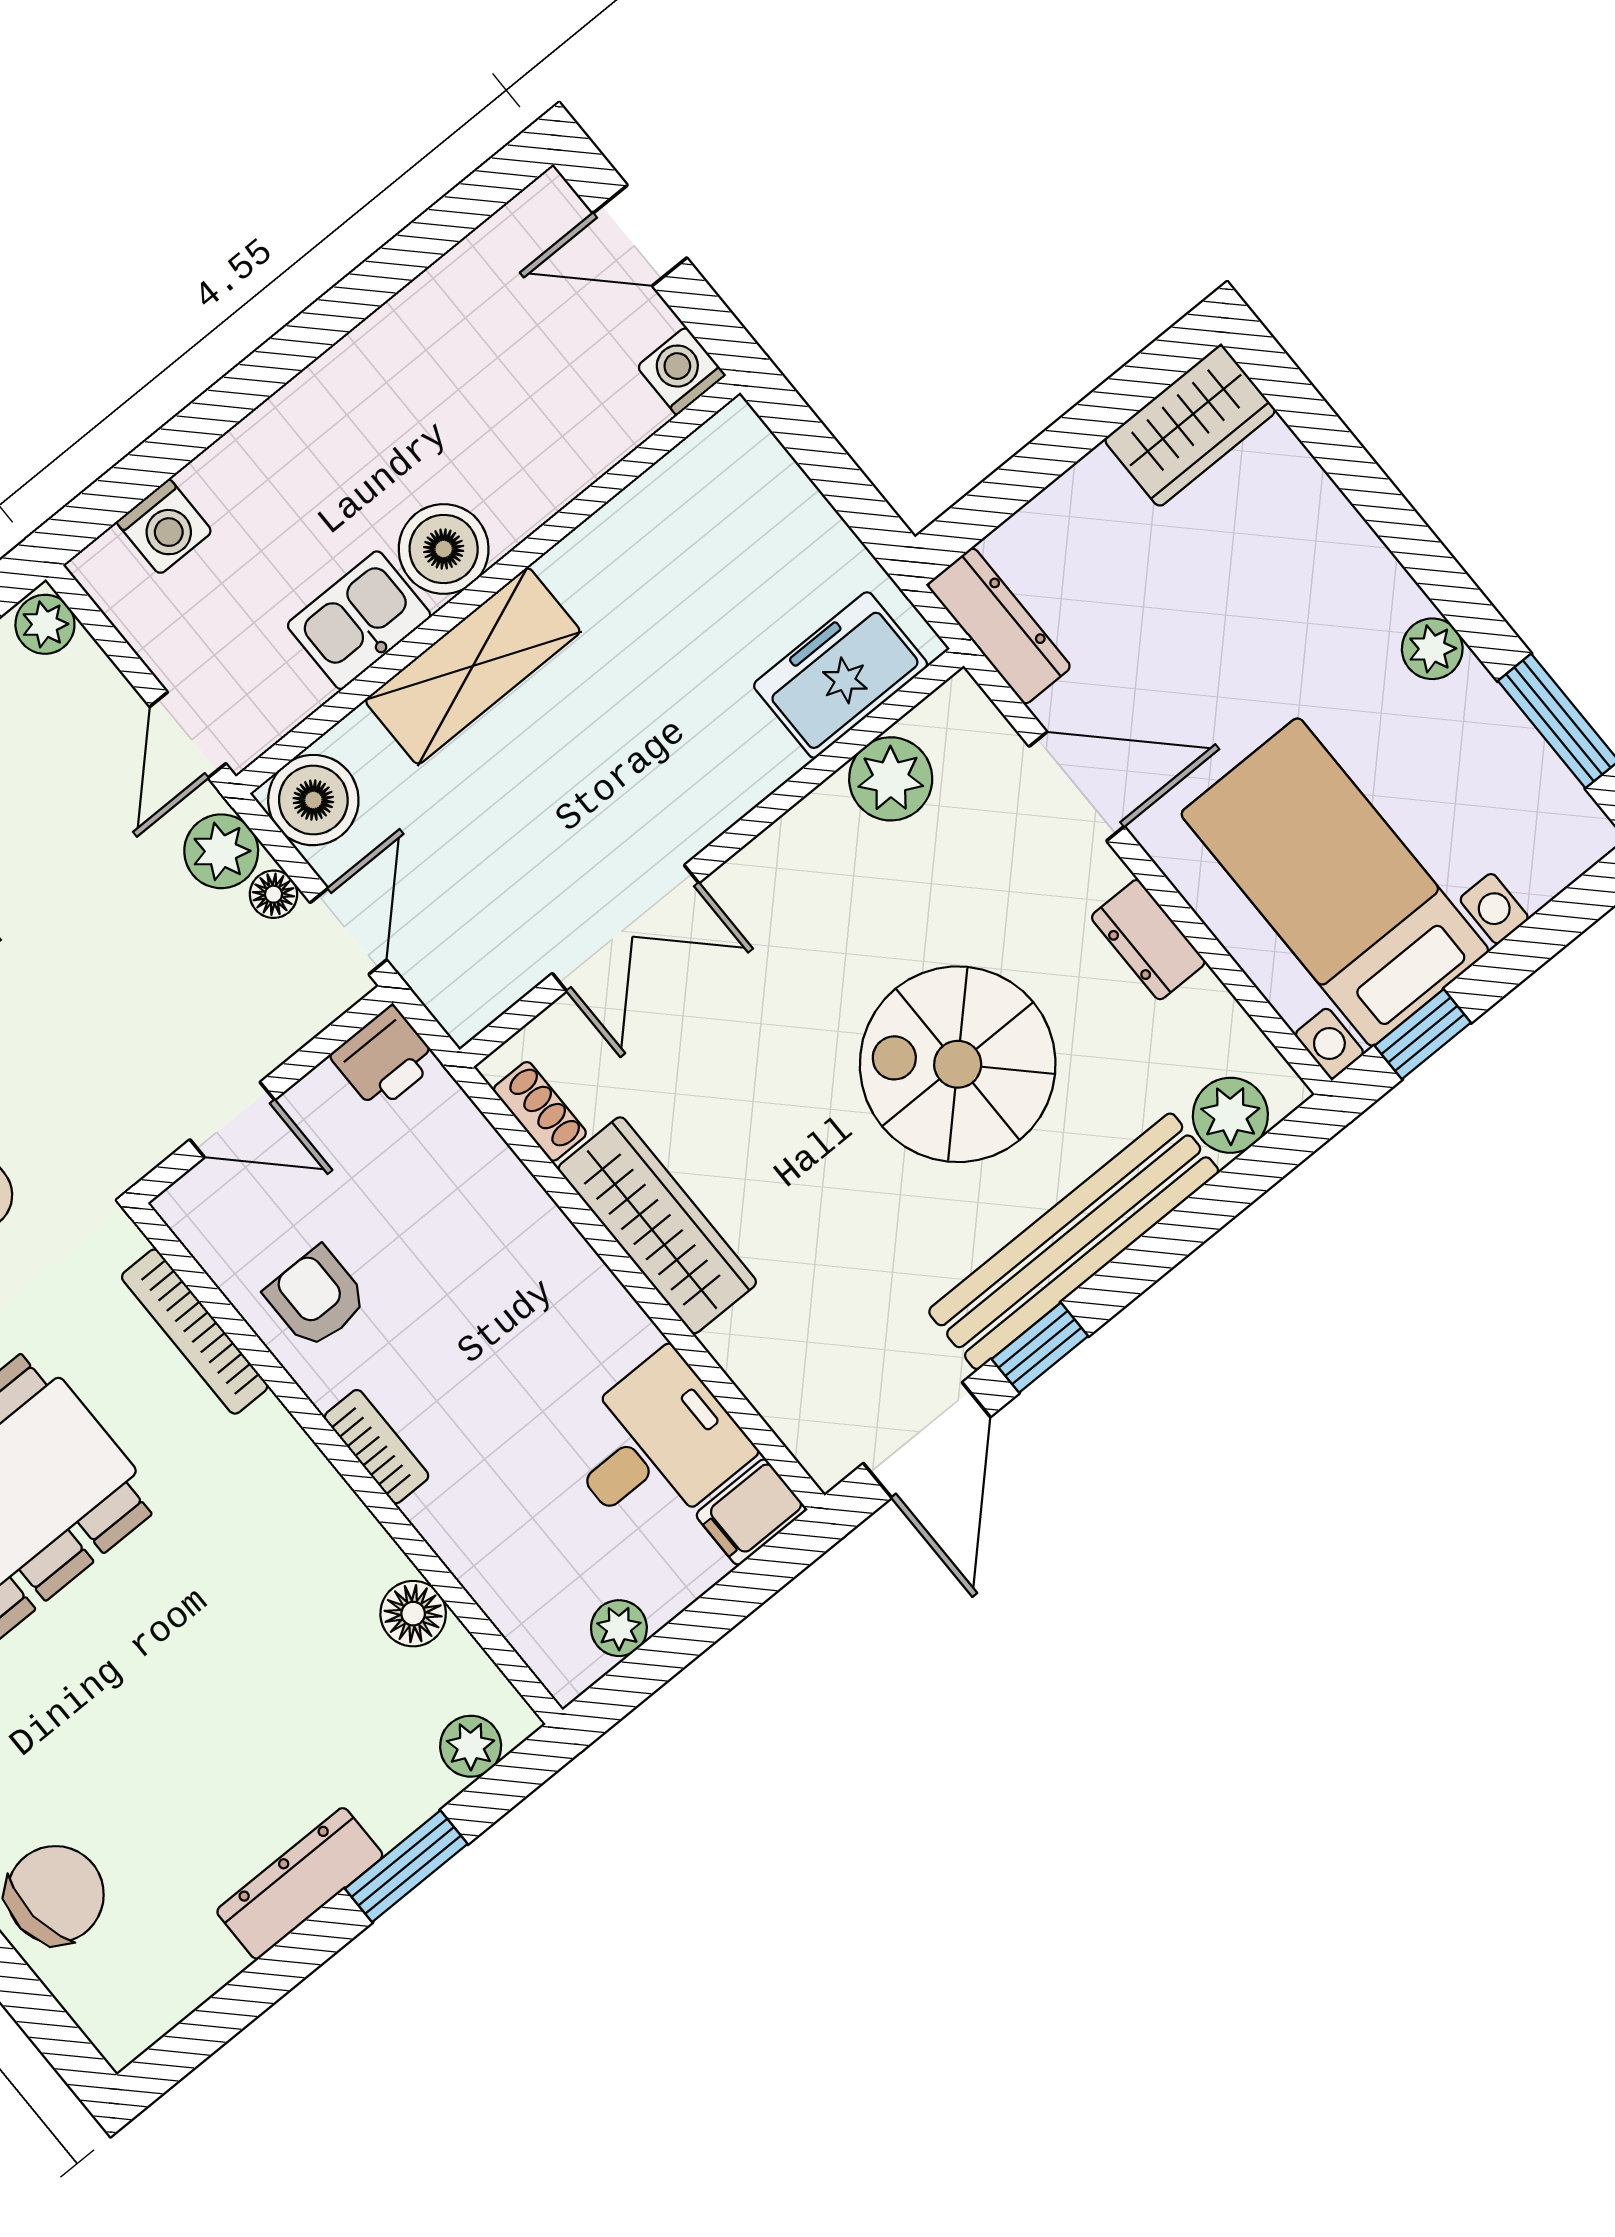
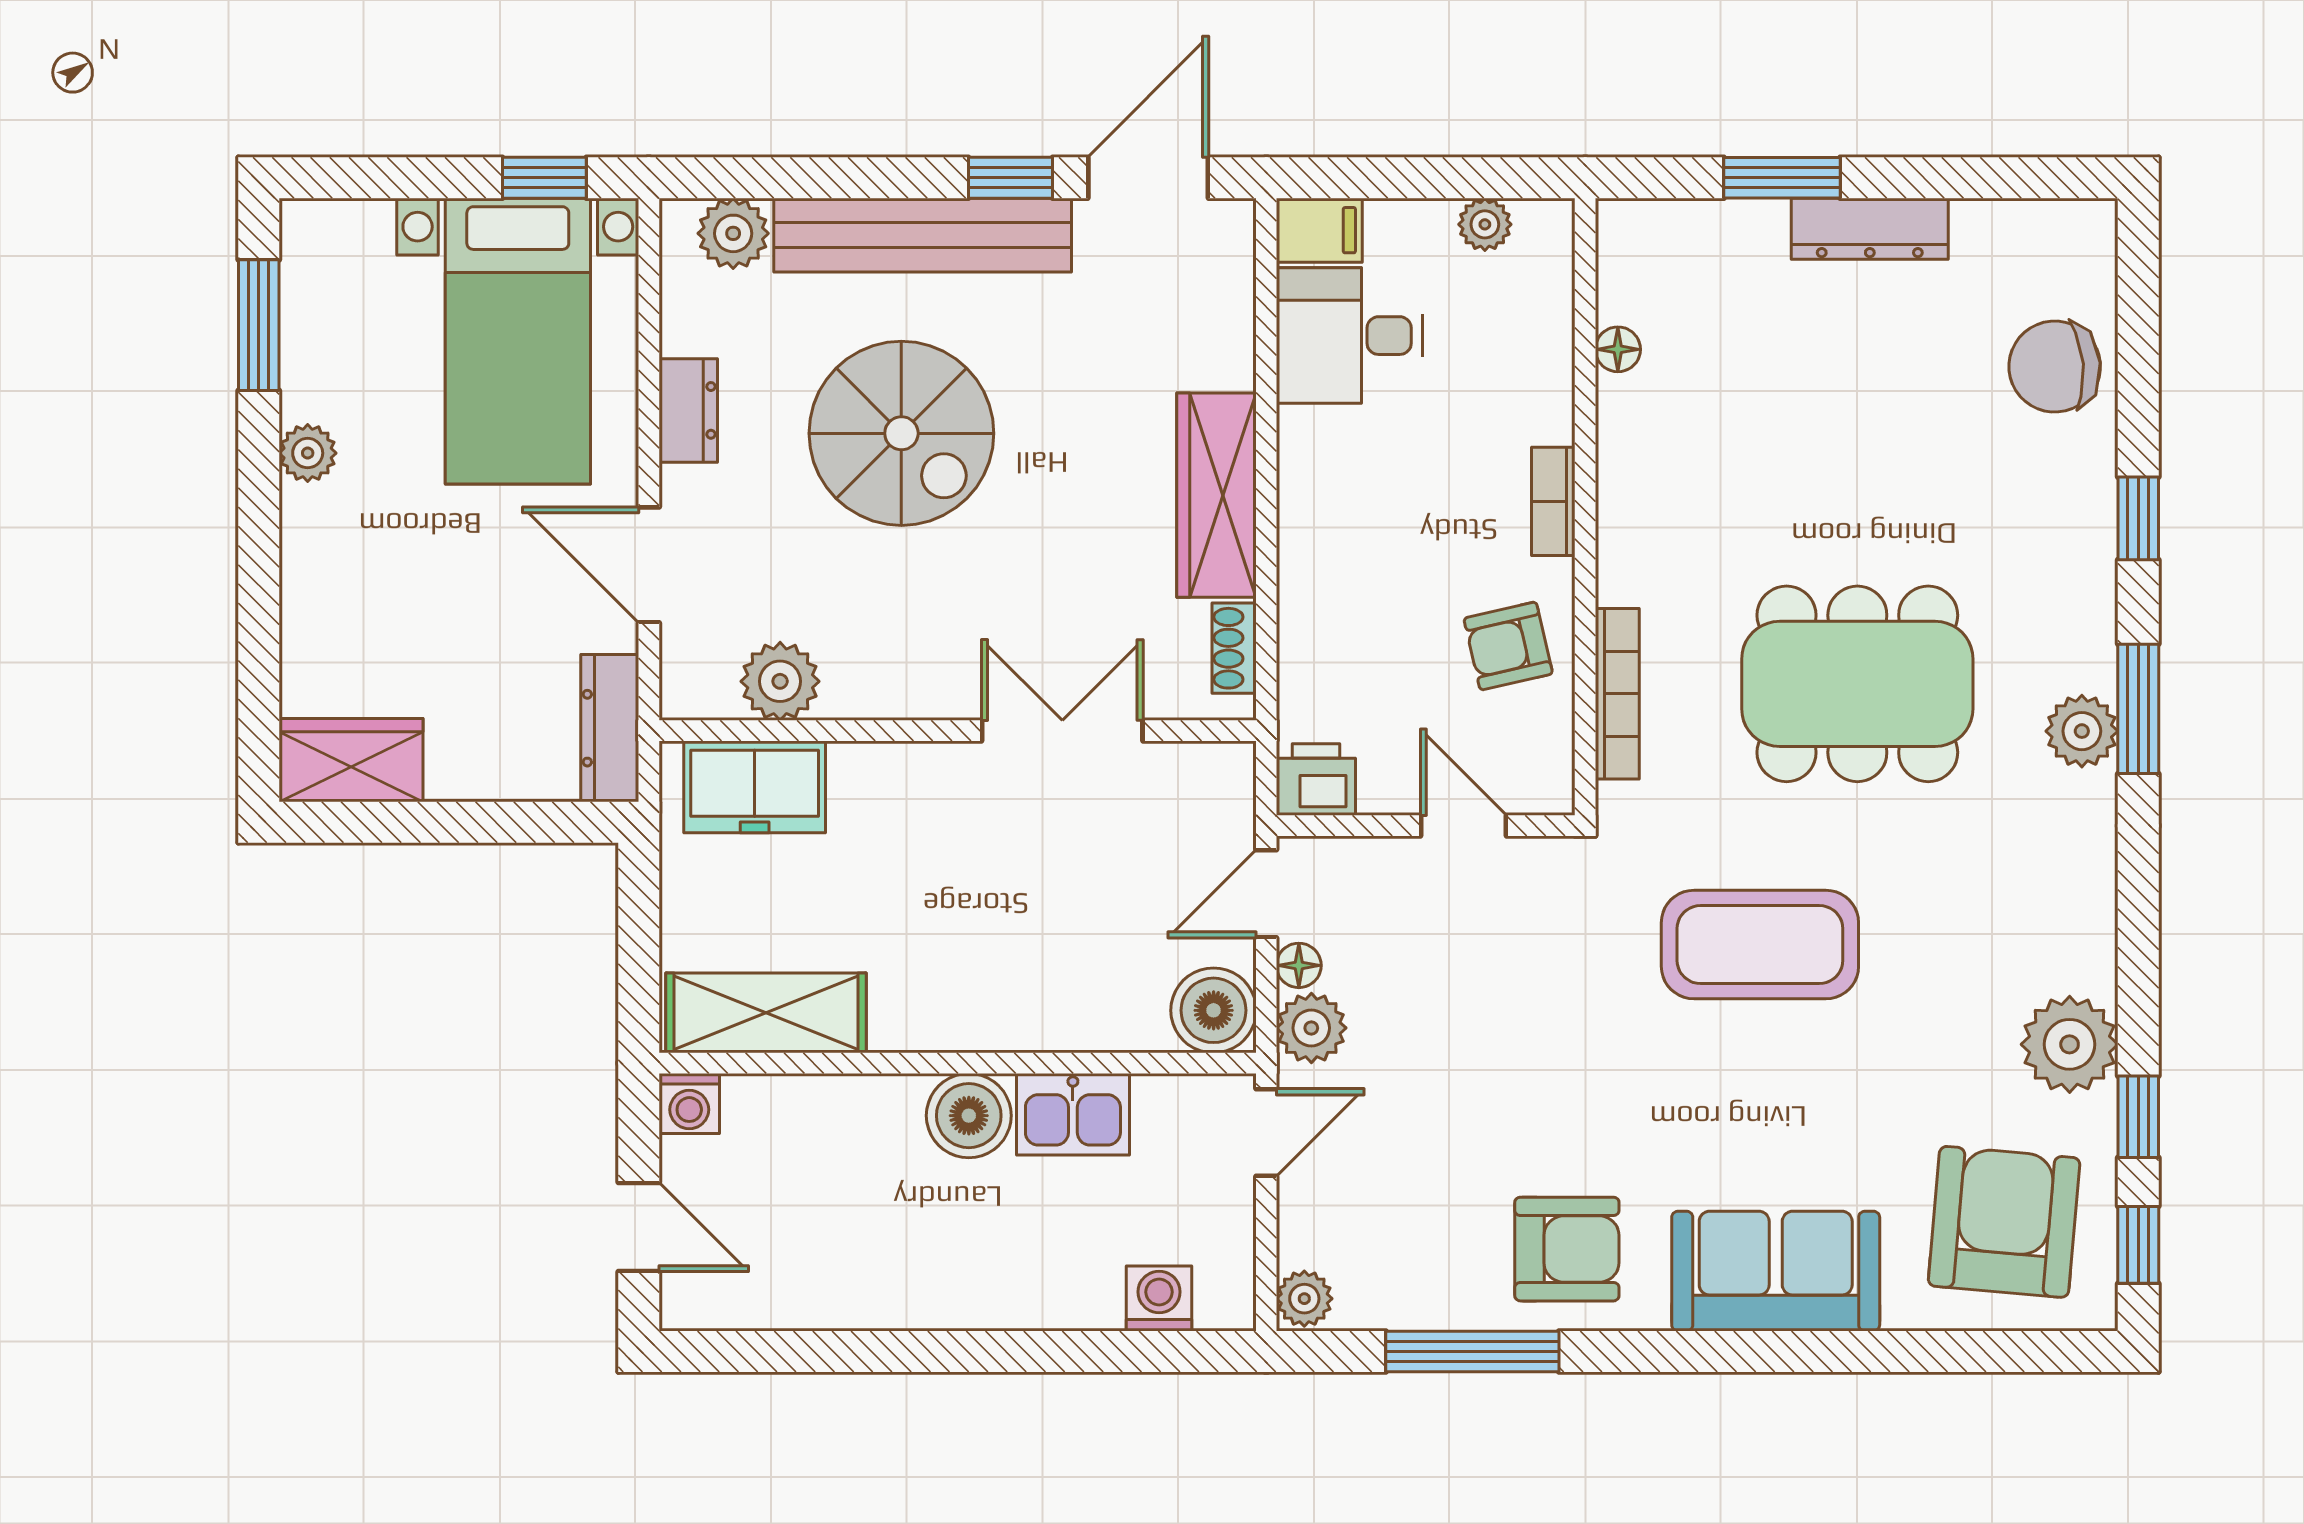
shelving: (473, 666) -> (766, 1013), moved
armchair: (316, 1297) -> (1508, 646), turned 77
floor lamp: (413, 1614) -> (1618, 349), width x0.73, depth x0.73
plant: (471, 1746) -> (1663, 227), removed

